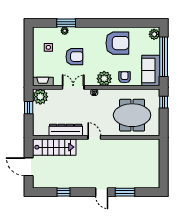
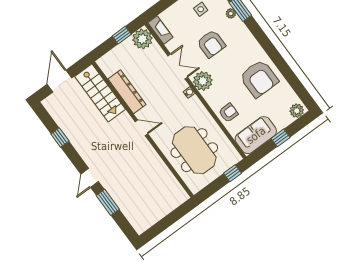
window: (164, 57) -> (280, 138), width x0.32
plant: (104, 79) -> (203, 81), moved
door: (94, 137) -> (141, 128), hinge flipped

